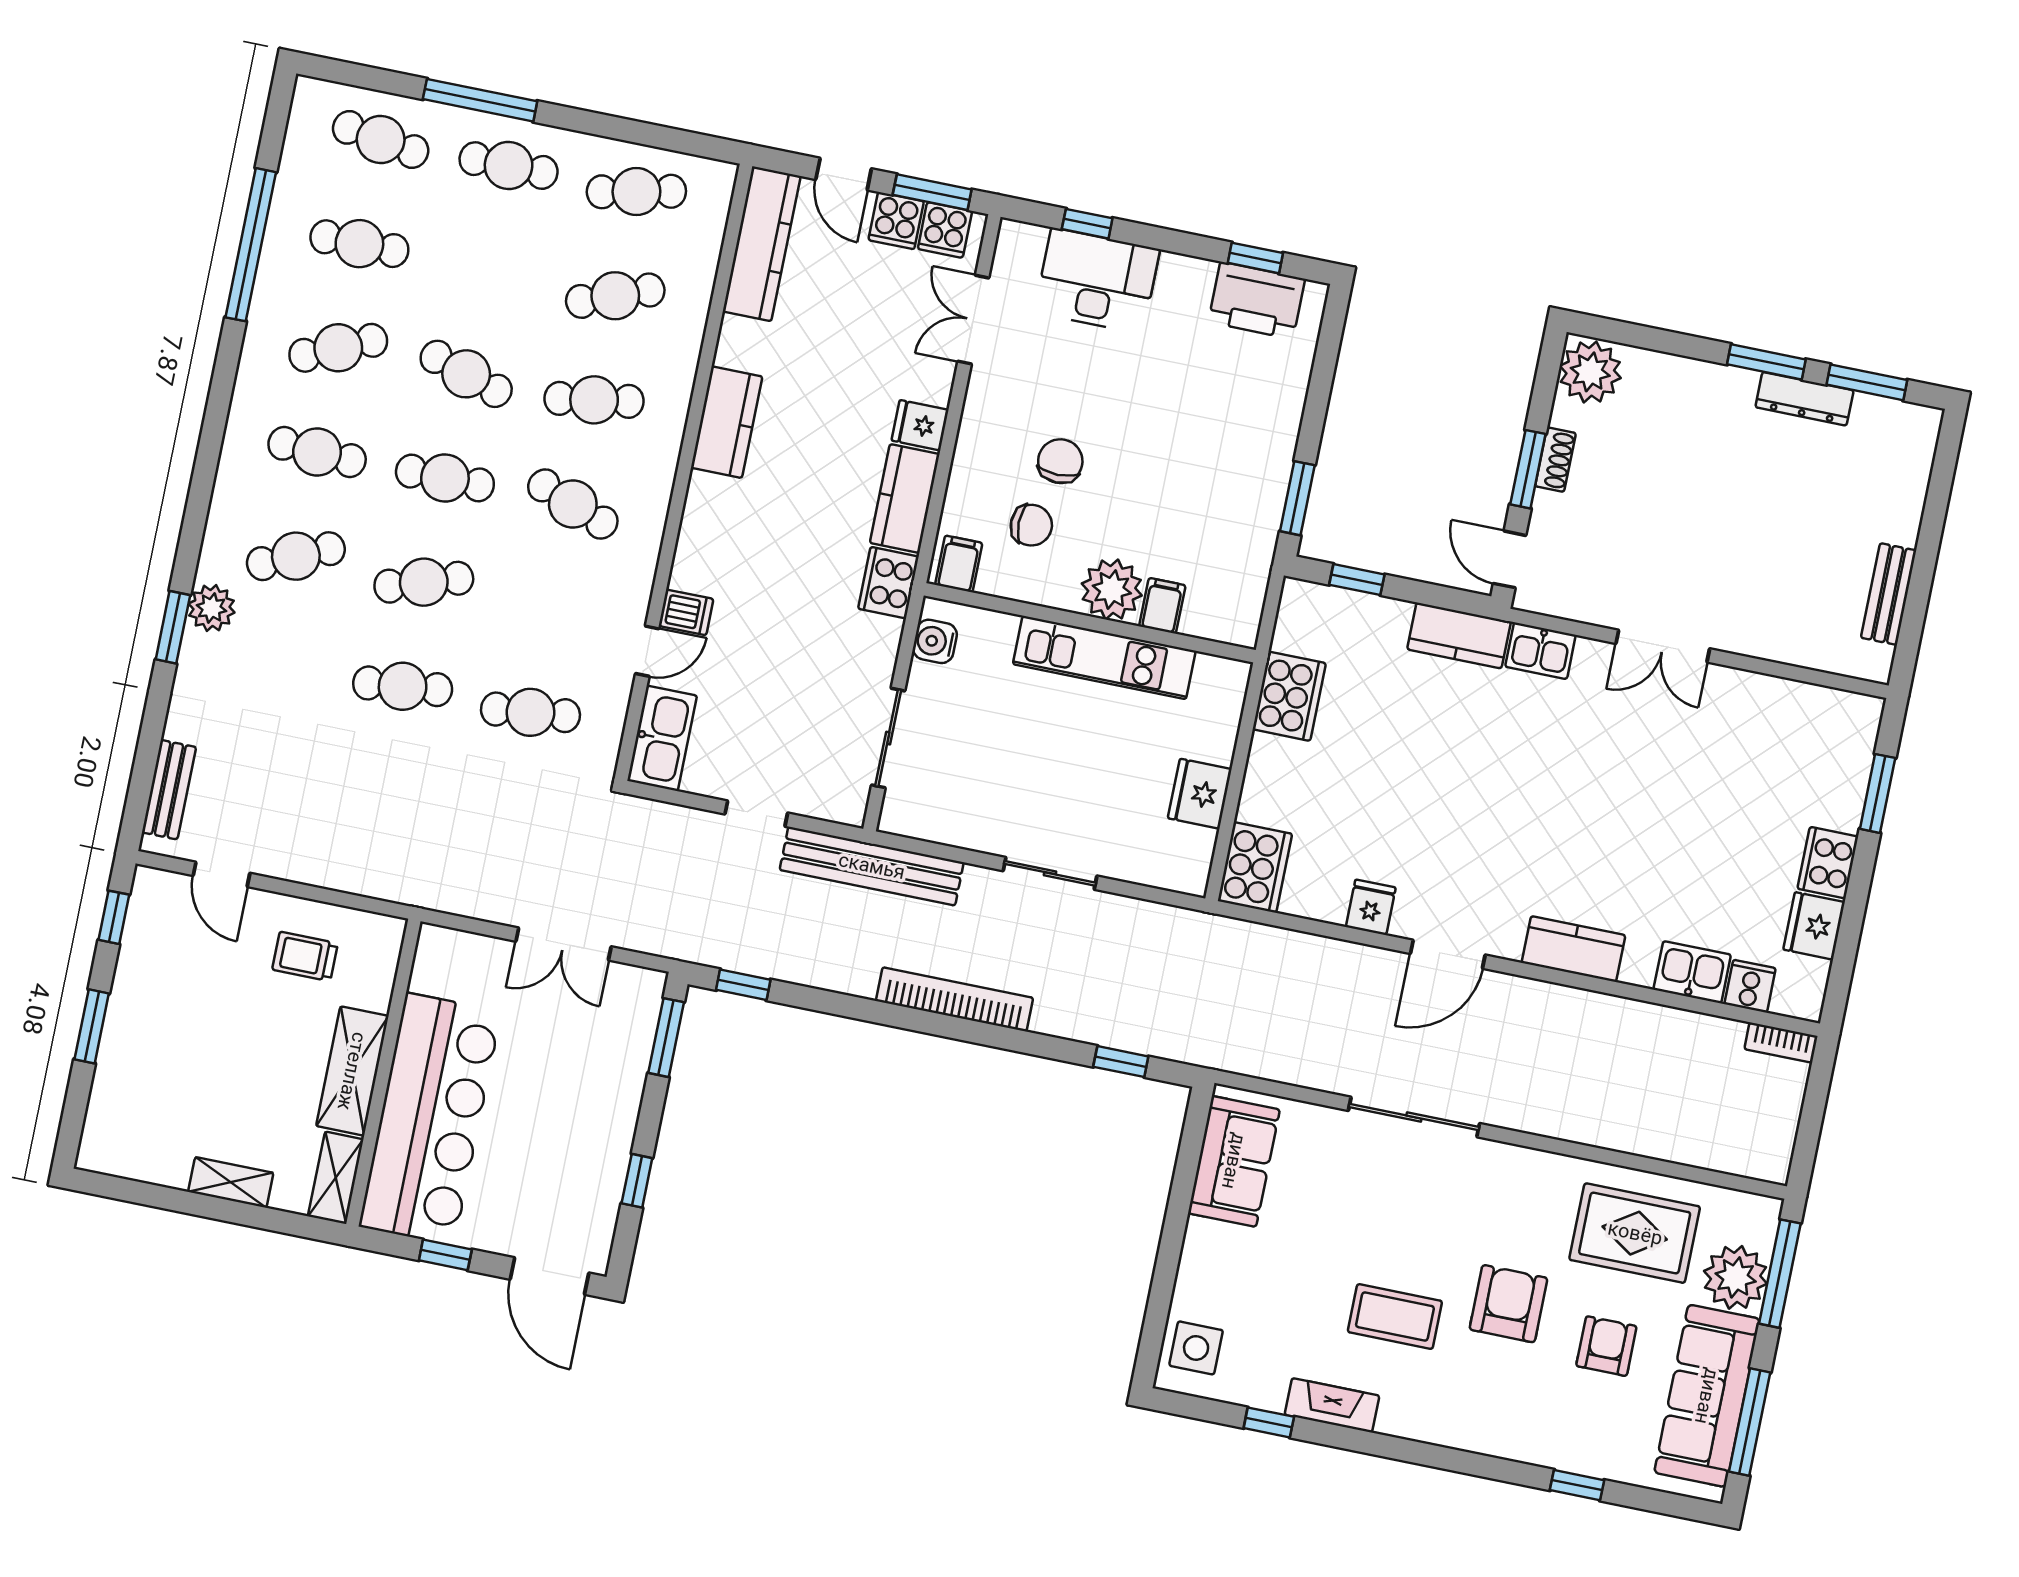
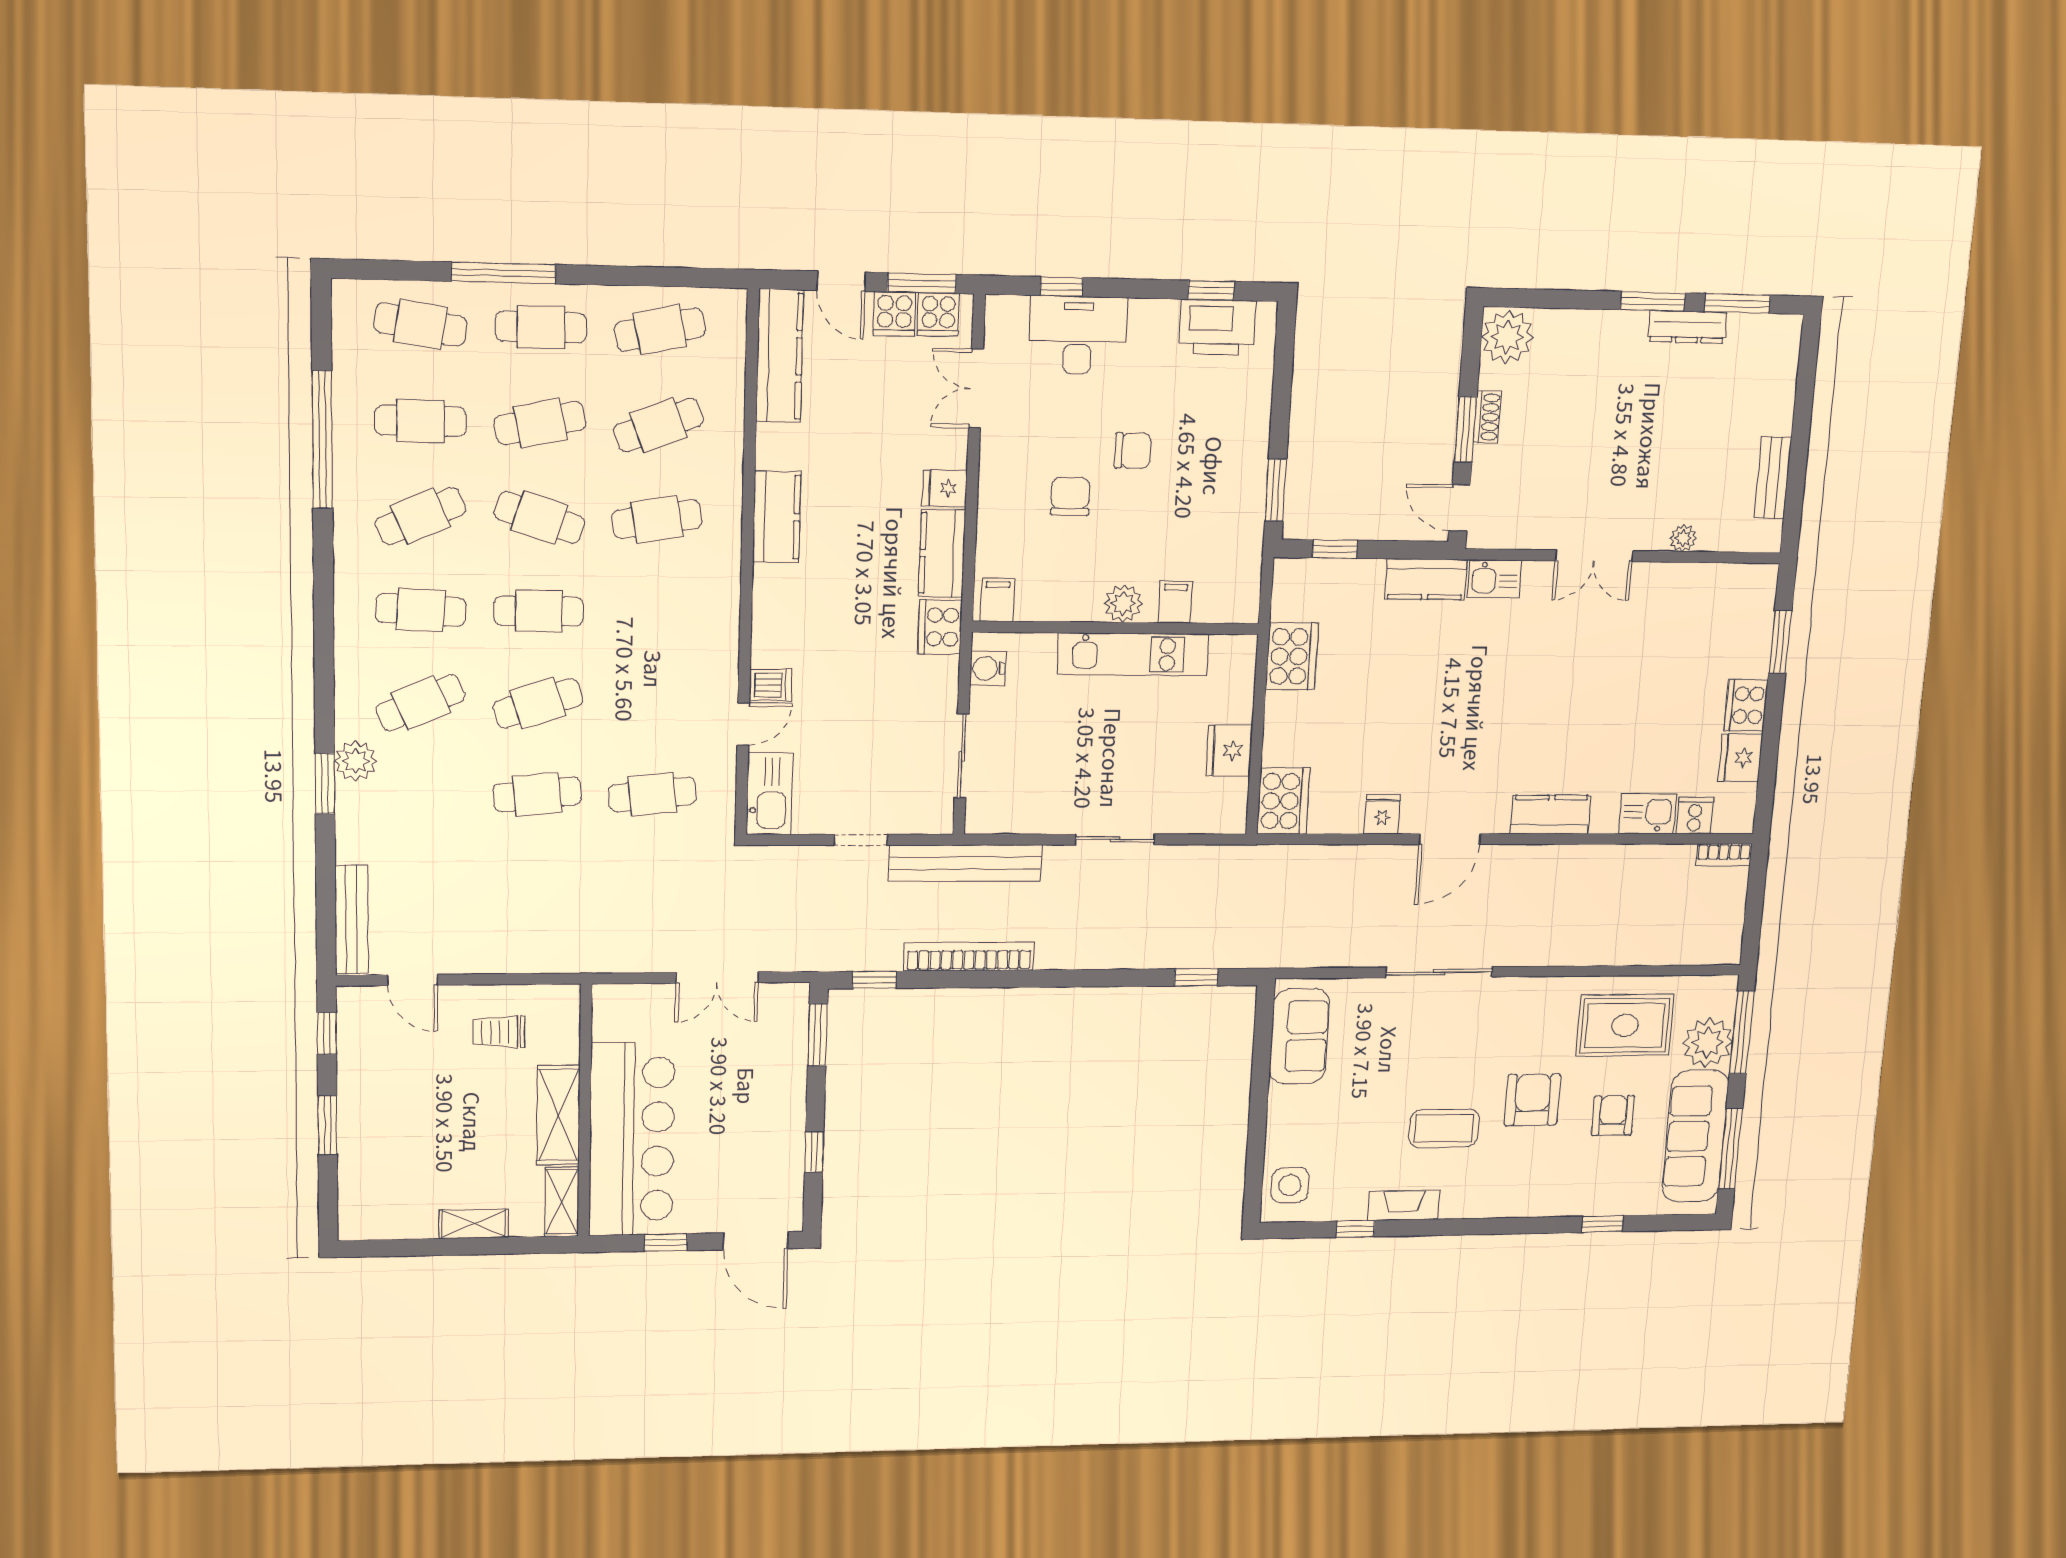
cafe table: (573, 504) -> (540, 423), moved, turned -33
chair: (1031, 525) -> (1133, 451), moved
plant: (1112, 590) -> (1123, 603), width x0.73, depth x0.73
plant: (1773, 646) -> (1683, 538), added
bench: (169, 790) -> (351, 920), width x1.36
bookcase: (954, 999) -> (969, 957), moved

